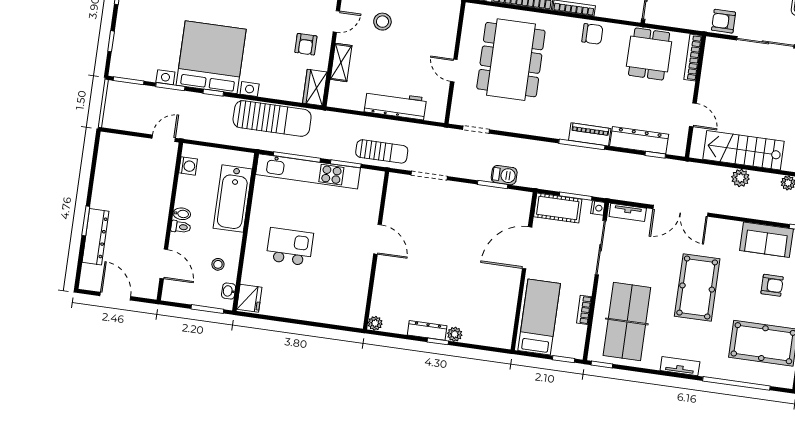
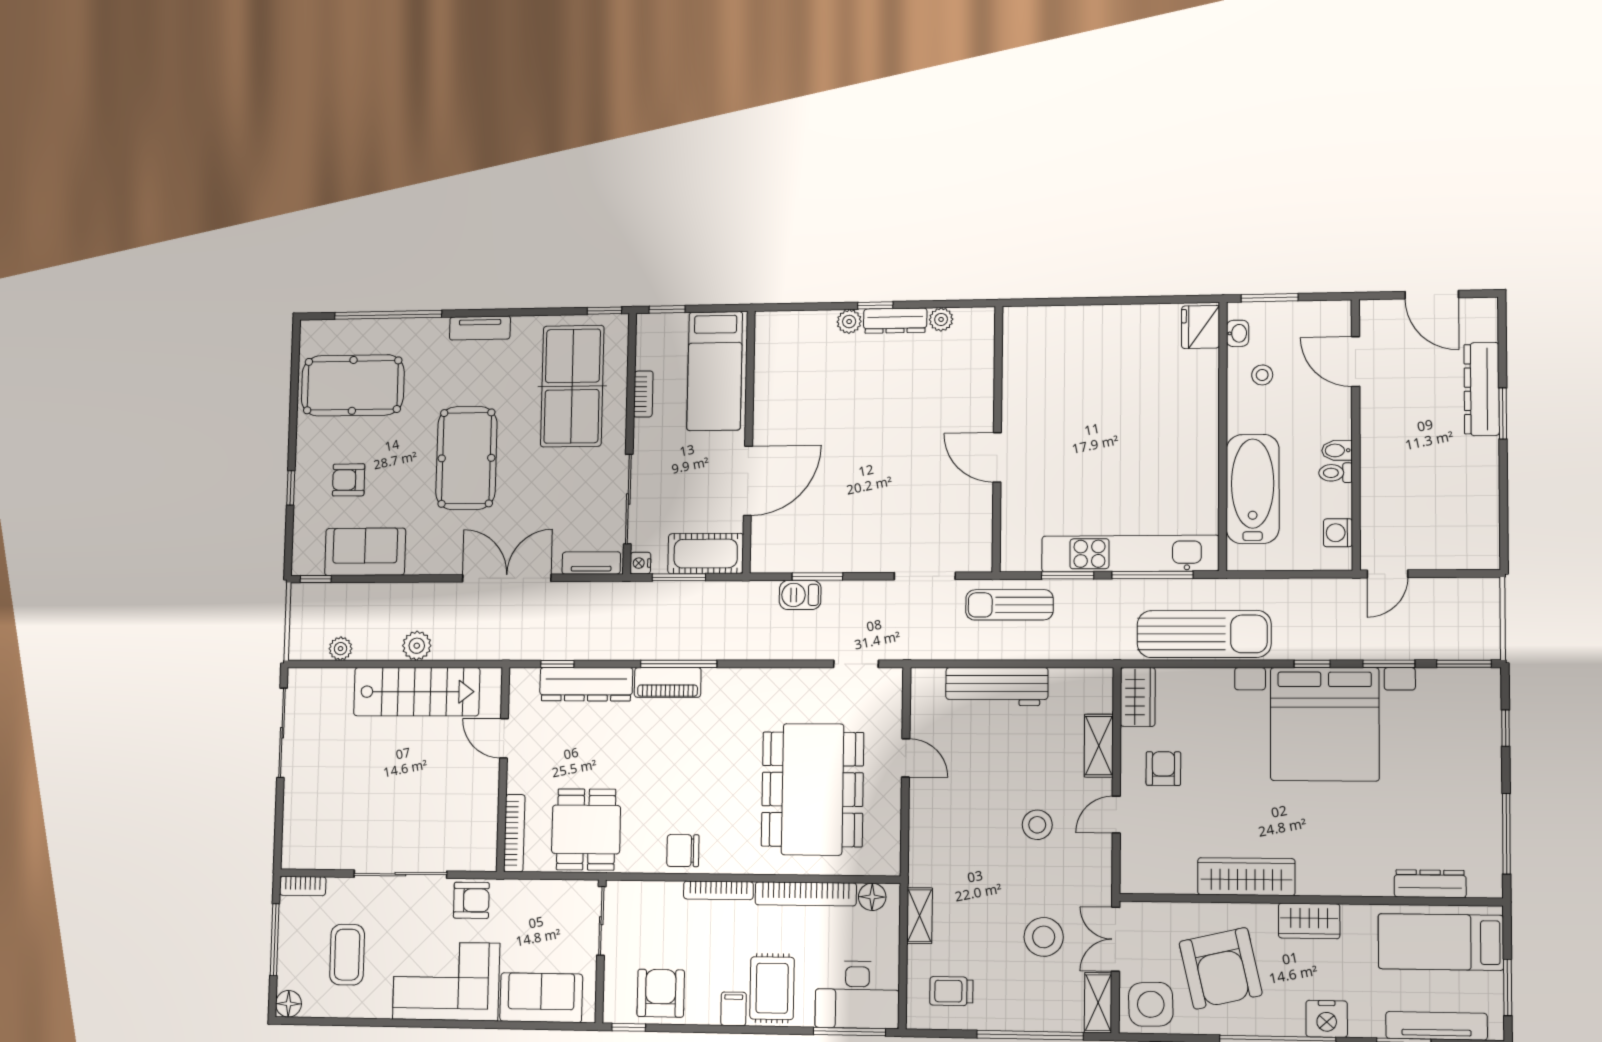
sun lounger: (272, 118) -> (1204, 634), turned 180
toilet: (181, 227) -> (1336, 473), moved
kitchen island: (290, 247) -> (1144, 423), removed
plant: (375, 323) -> (941, 319), moved

